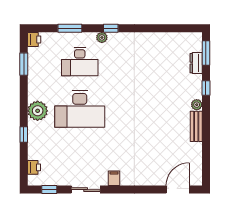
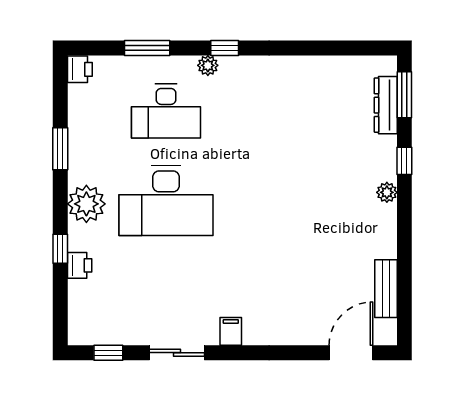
dresser: (196, 63) -> (386, 105), width x1.44
window: (24, 64) -> (60, 149), moved
bench: (196, 126) -> (386, 289), moved
printer: (34, 167) -> (80, 265), moved

